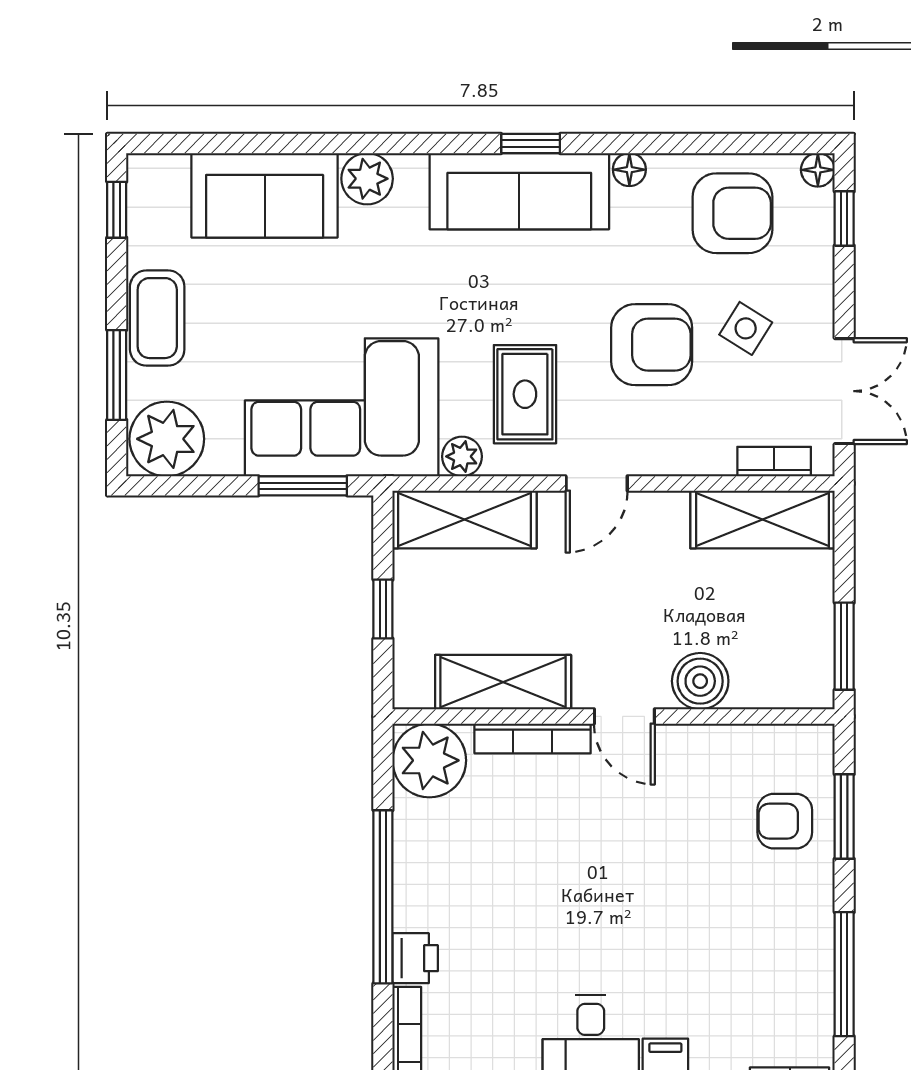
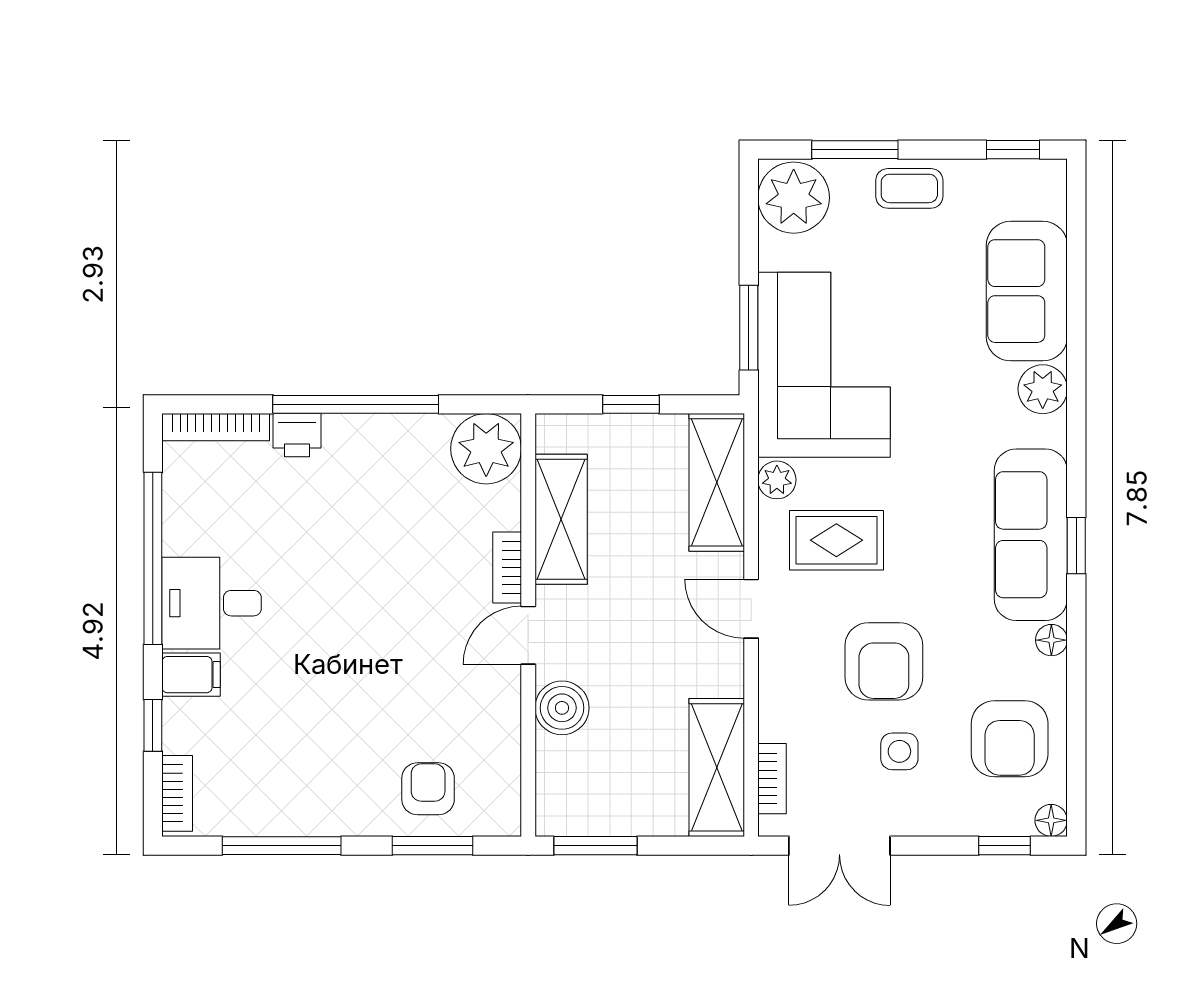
coffee table: (157, 318) -> (909, 188), width x0.73, depth x0.77
side table: (746, 328) -> (899, 751), turned -32
bookcase: (533, 738) -> (507, 568), width x0.64

